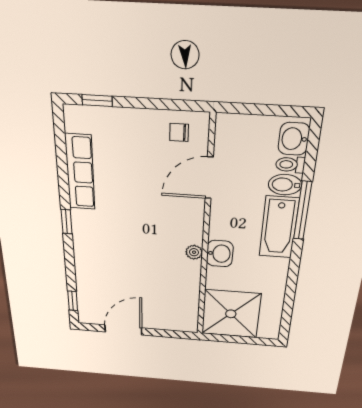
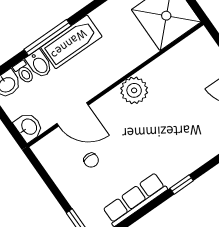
chair: (179, 132) -> (91, 160), moved
plant: (194, 252) -> (134, 90), width x1.88, depth x1.88
washbasin: (220, 254) -> (29, 127), moved, turned 90

